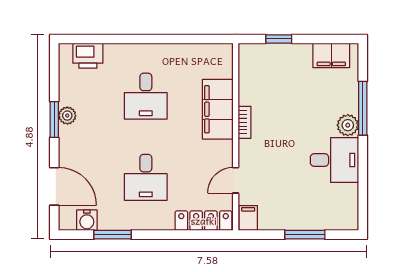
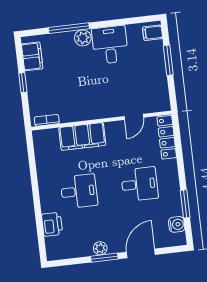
window: (279, 39) -> (23, 83), moved
printer: (88, 56) -> (52, 224), moved
bookcase: (245, 122) -> (47, 120), moved
door: (236, 180) -> (134, 117), hinge flipped
door: (54, 186) -> (141, 253), moved
filing cabinet: (248, 218) -> (153, 33), moved

